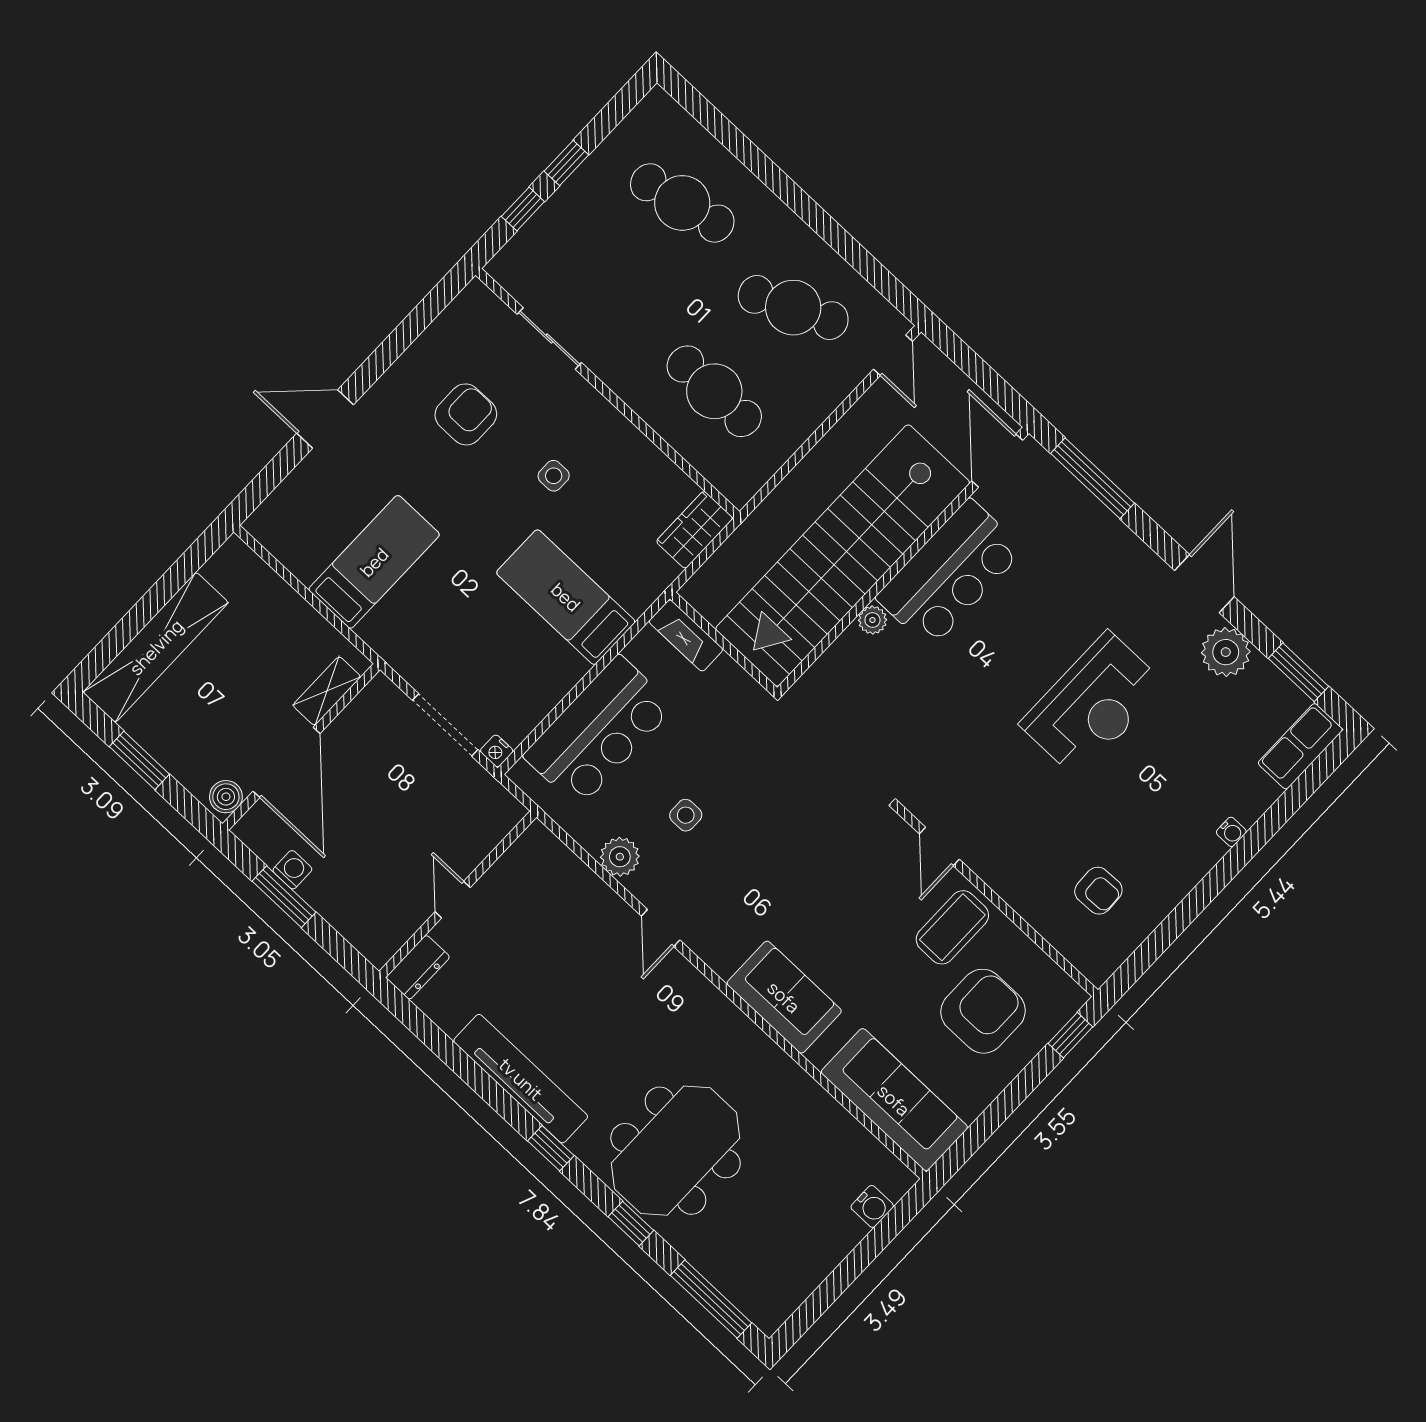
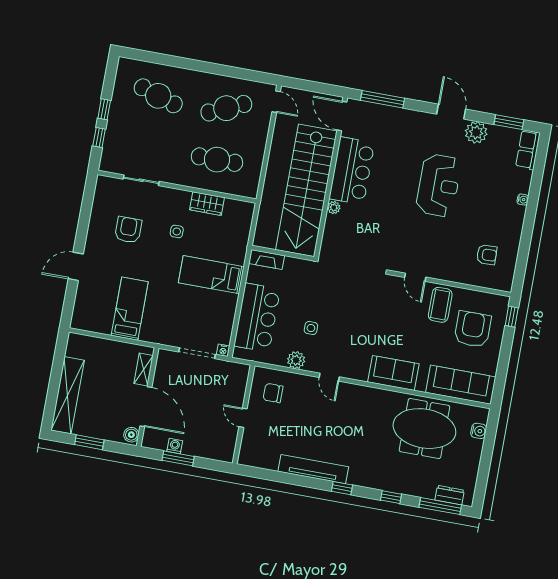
cafe table: (682, 203) -> (158, 96), turned 30
wardrobe: (695, 530) -> (207, 204), moved, turned -90
chair: (538, 890) -> (273, 393), added
dresser: (418, 967) -> (450, 495), moved, turned -90
meeting table: (676, 1151) -> (424, 429), moved, turned 90

